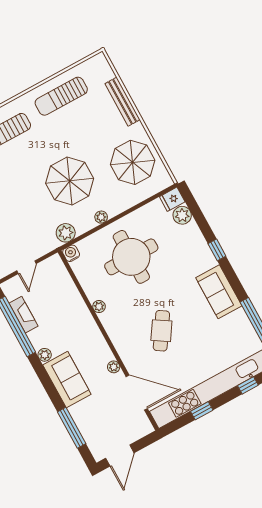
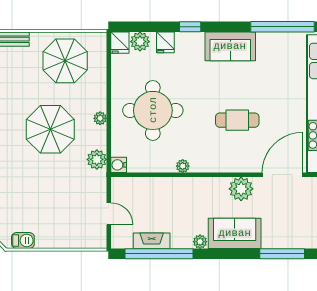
fridge: (193, 237) -> (165, 42), added
cafe table: (161, 331) -> (237, 120), turned -33
plant: (114, 367) -> (241, 189), width x1.87, depth x1.87

